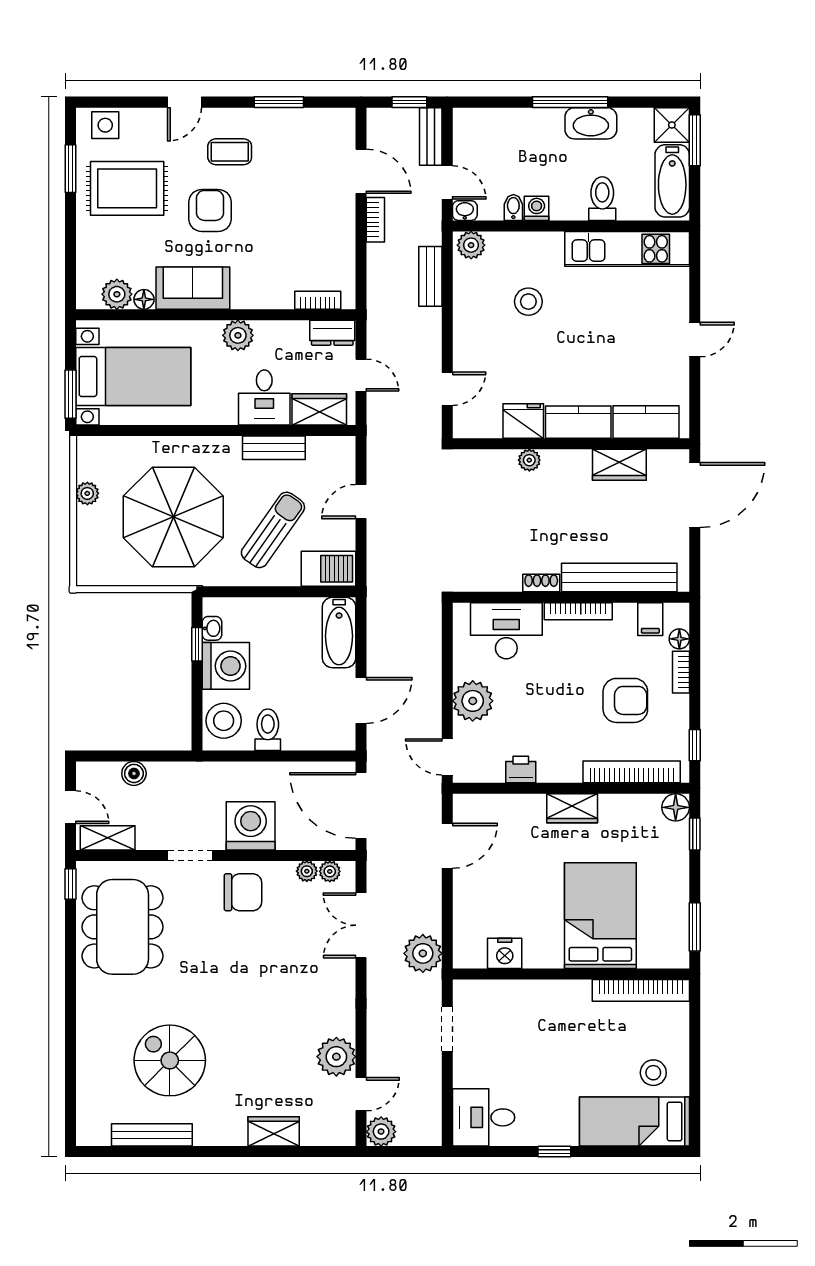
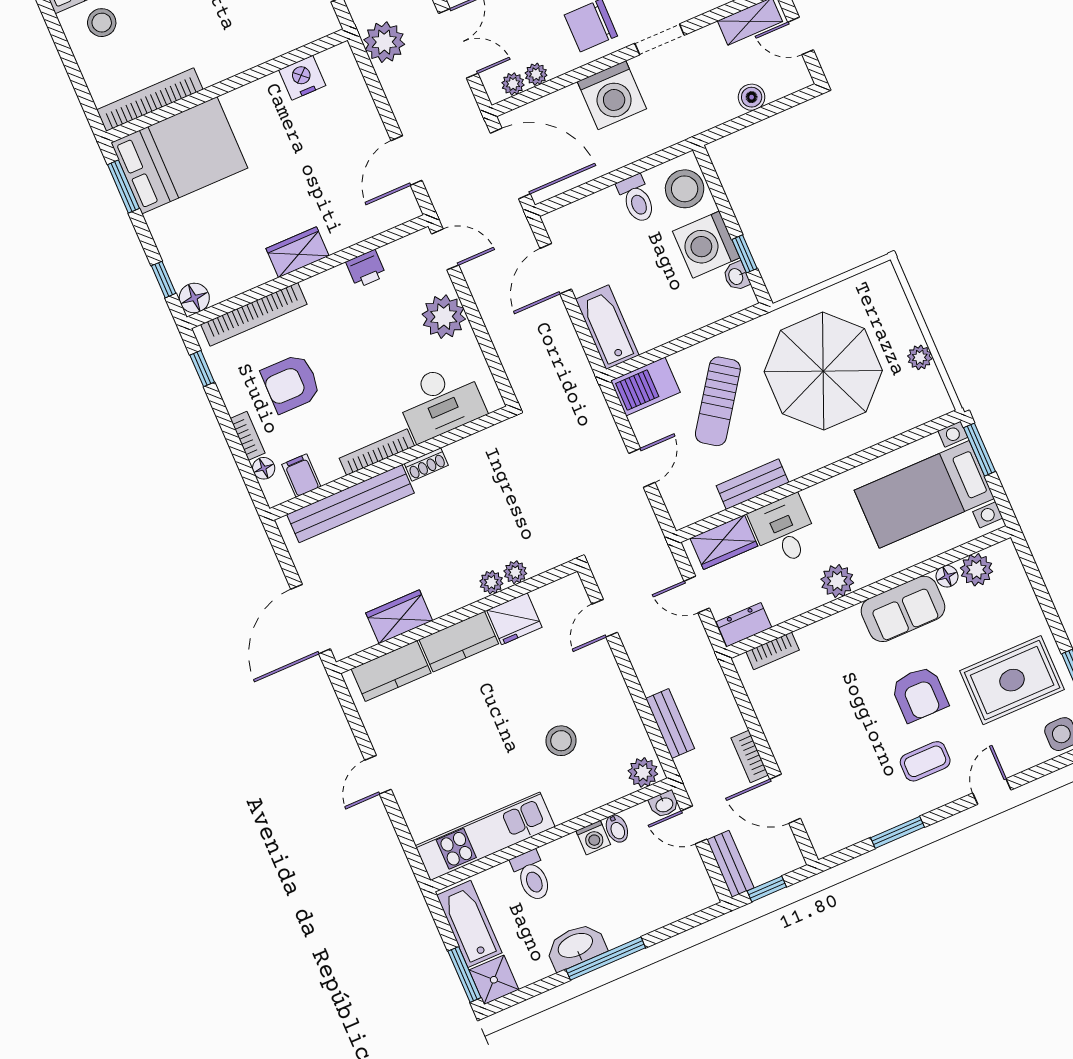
plant: (506, 460) -> (515, 572), added
bed: (600, 916) -> (179, 155), moved, turned -90

